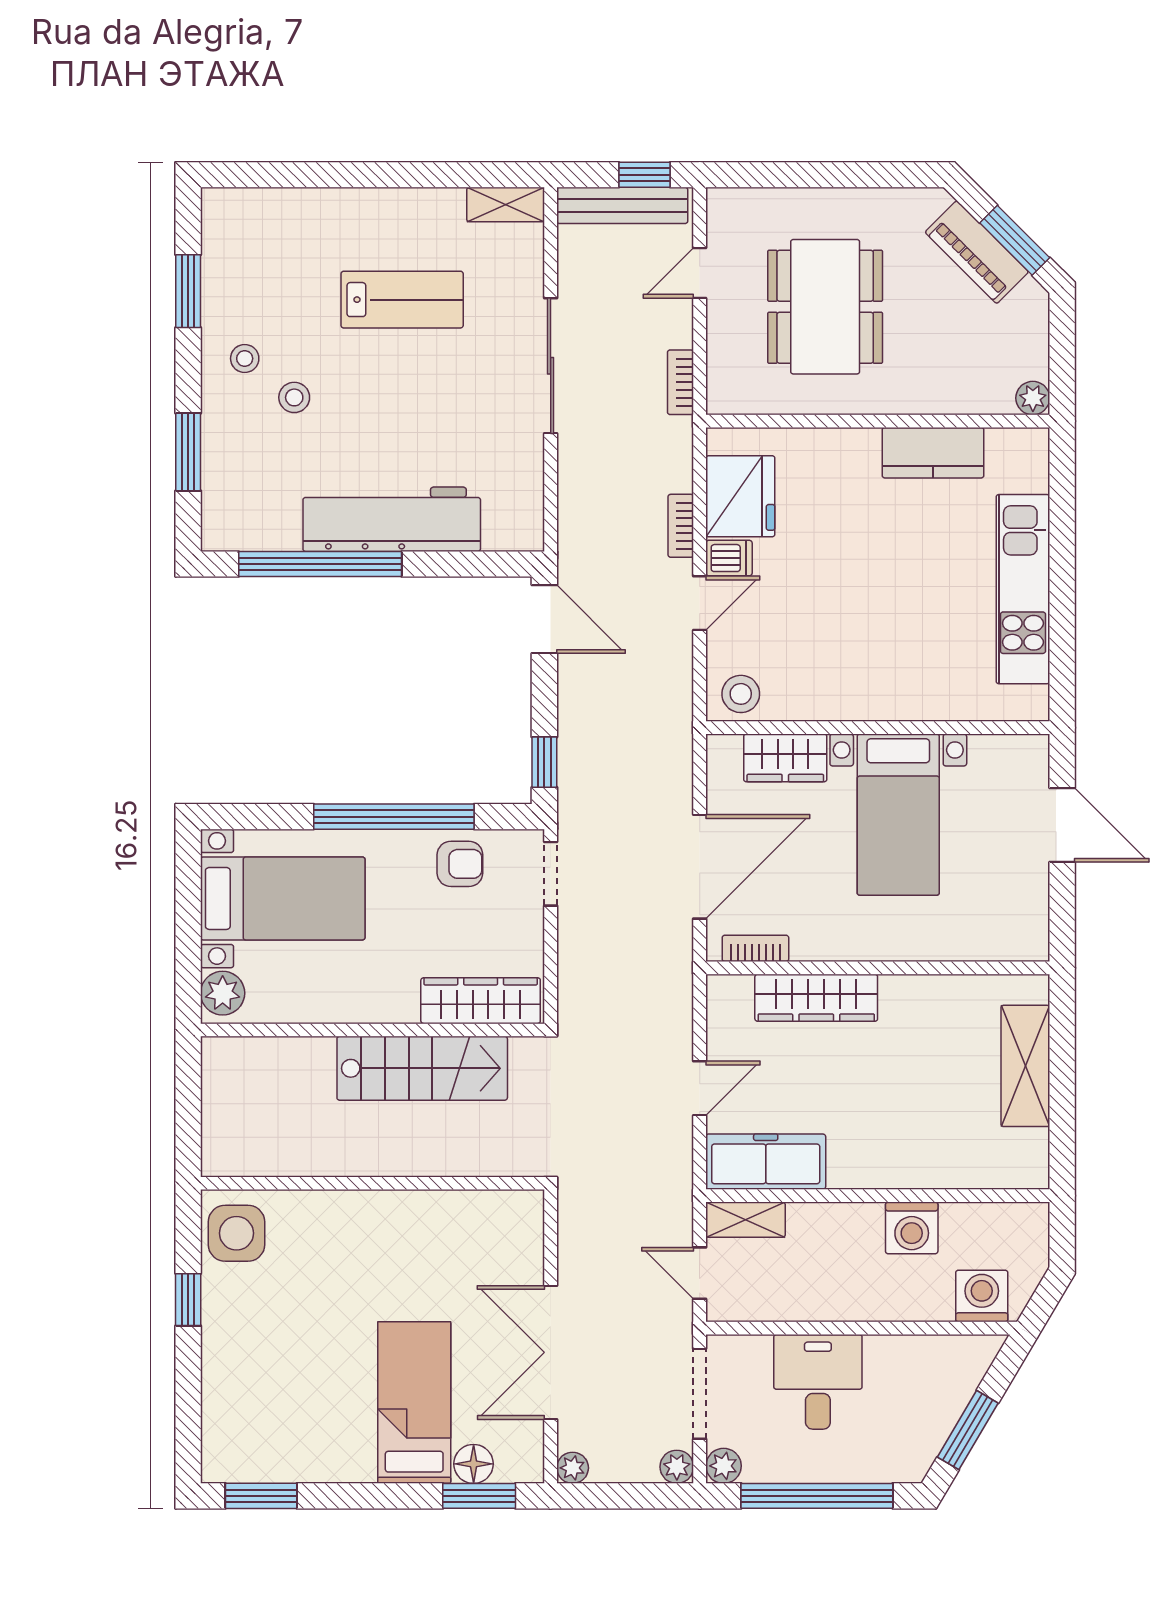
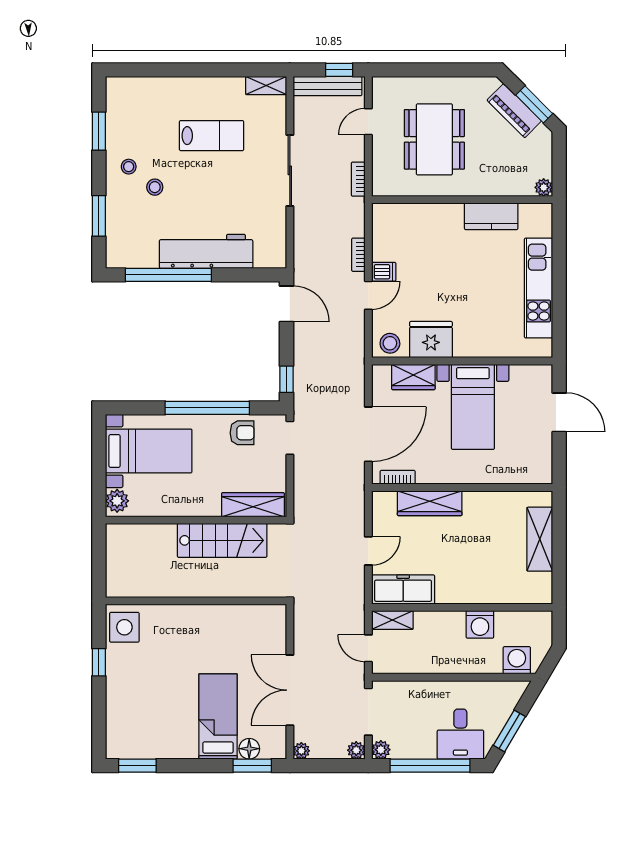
fridge: (740, 496) -> (431, 340), moved, turned -90
desk: (818, 1382) -> (460, 734), moved, turned 180

